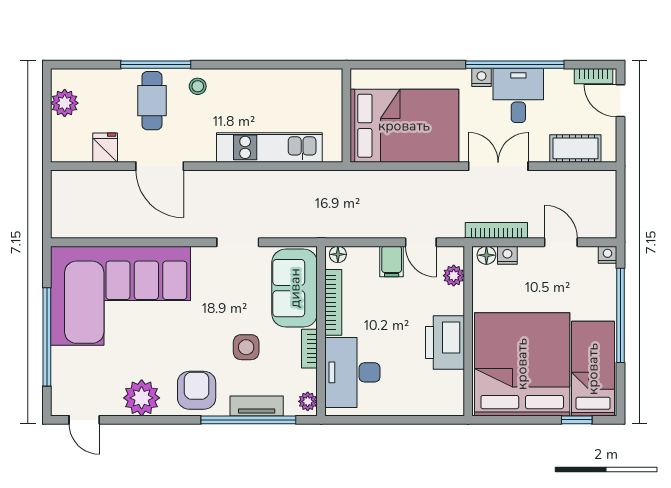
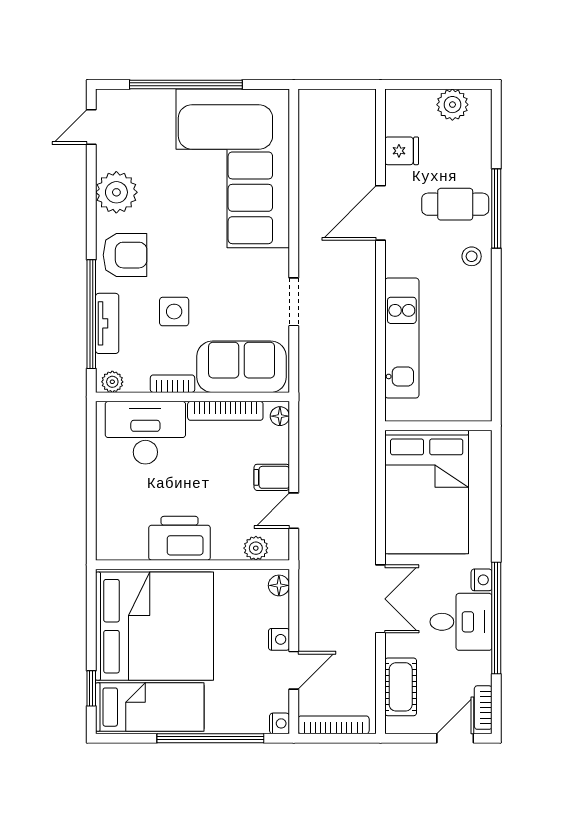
bookcase: (496, 230) -> (334, 725), moved, turned -90
nightstand: (507, 255) -> (279, 639), moved

